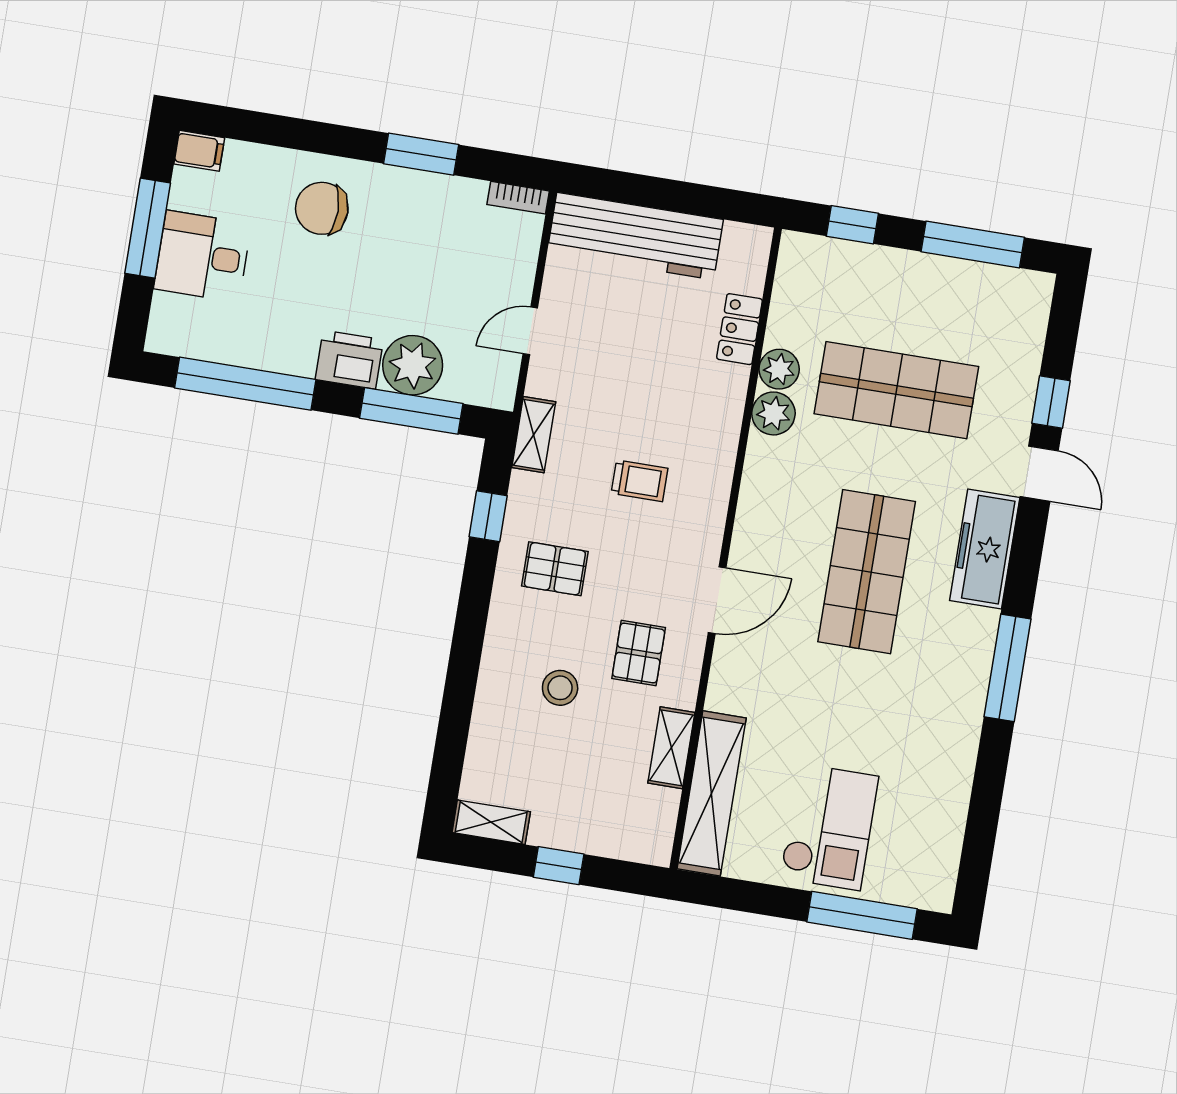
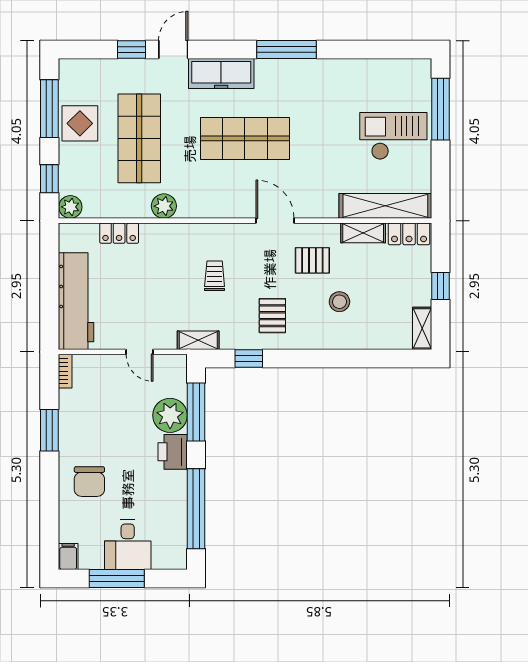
display table: (939, 292) -> (80, 123), added
plant: (779, 369) -> (70, 207), moved
locker: (657, 826) -> (409, 234), added

